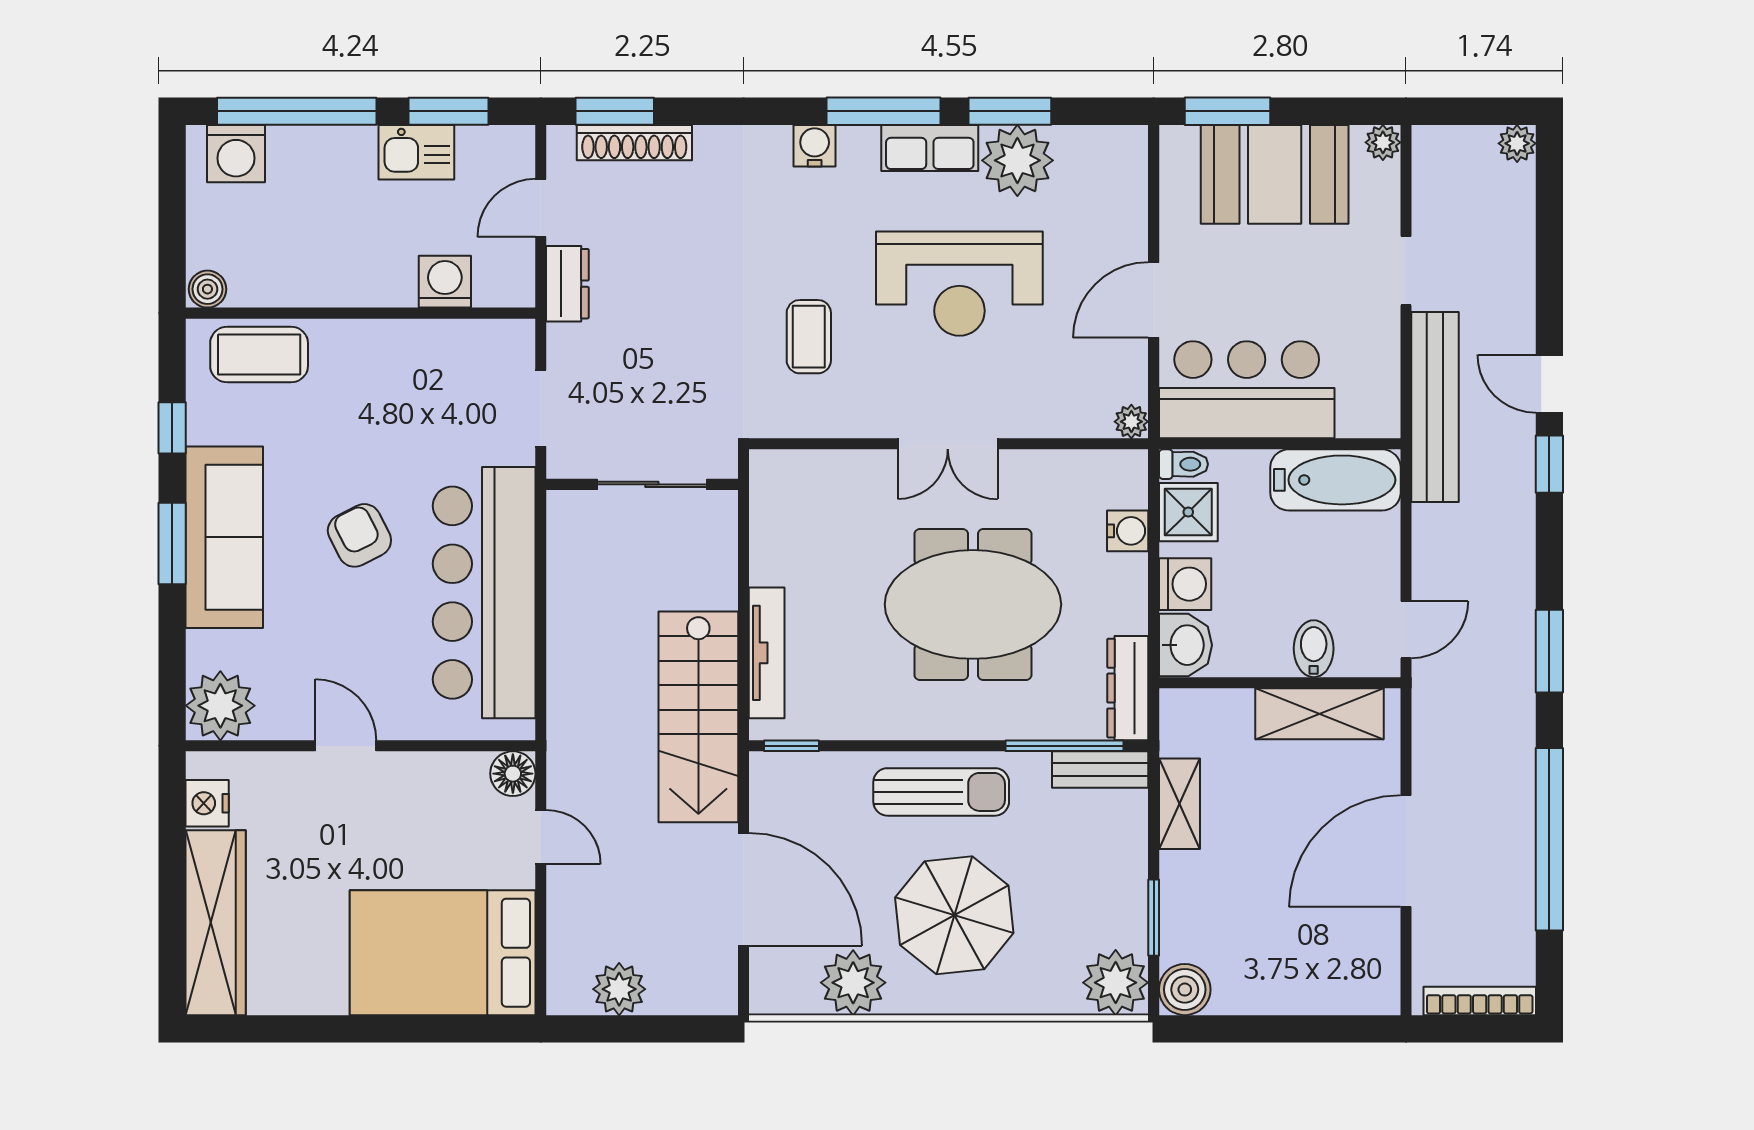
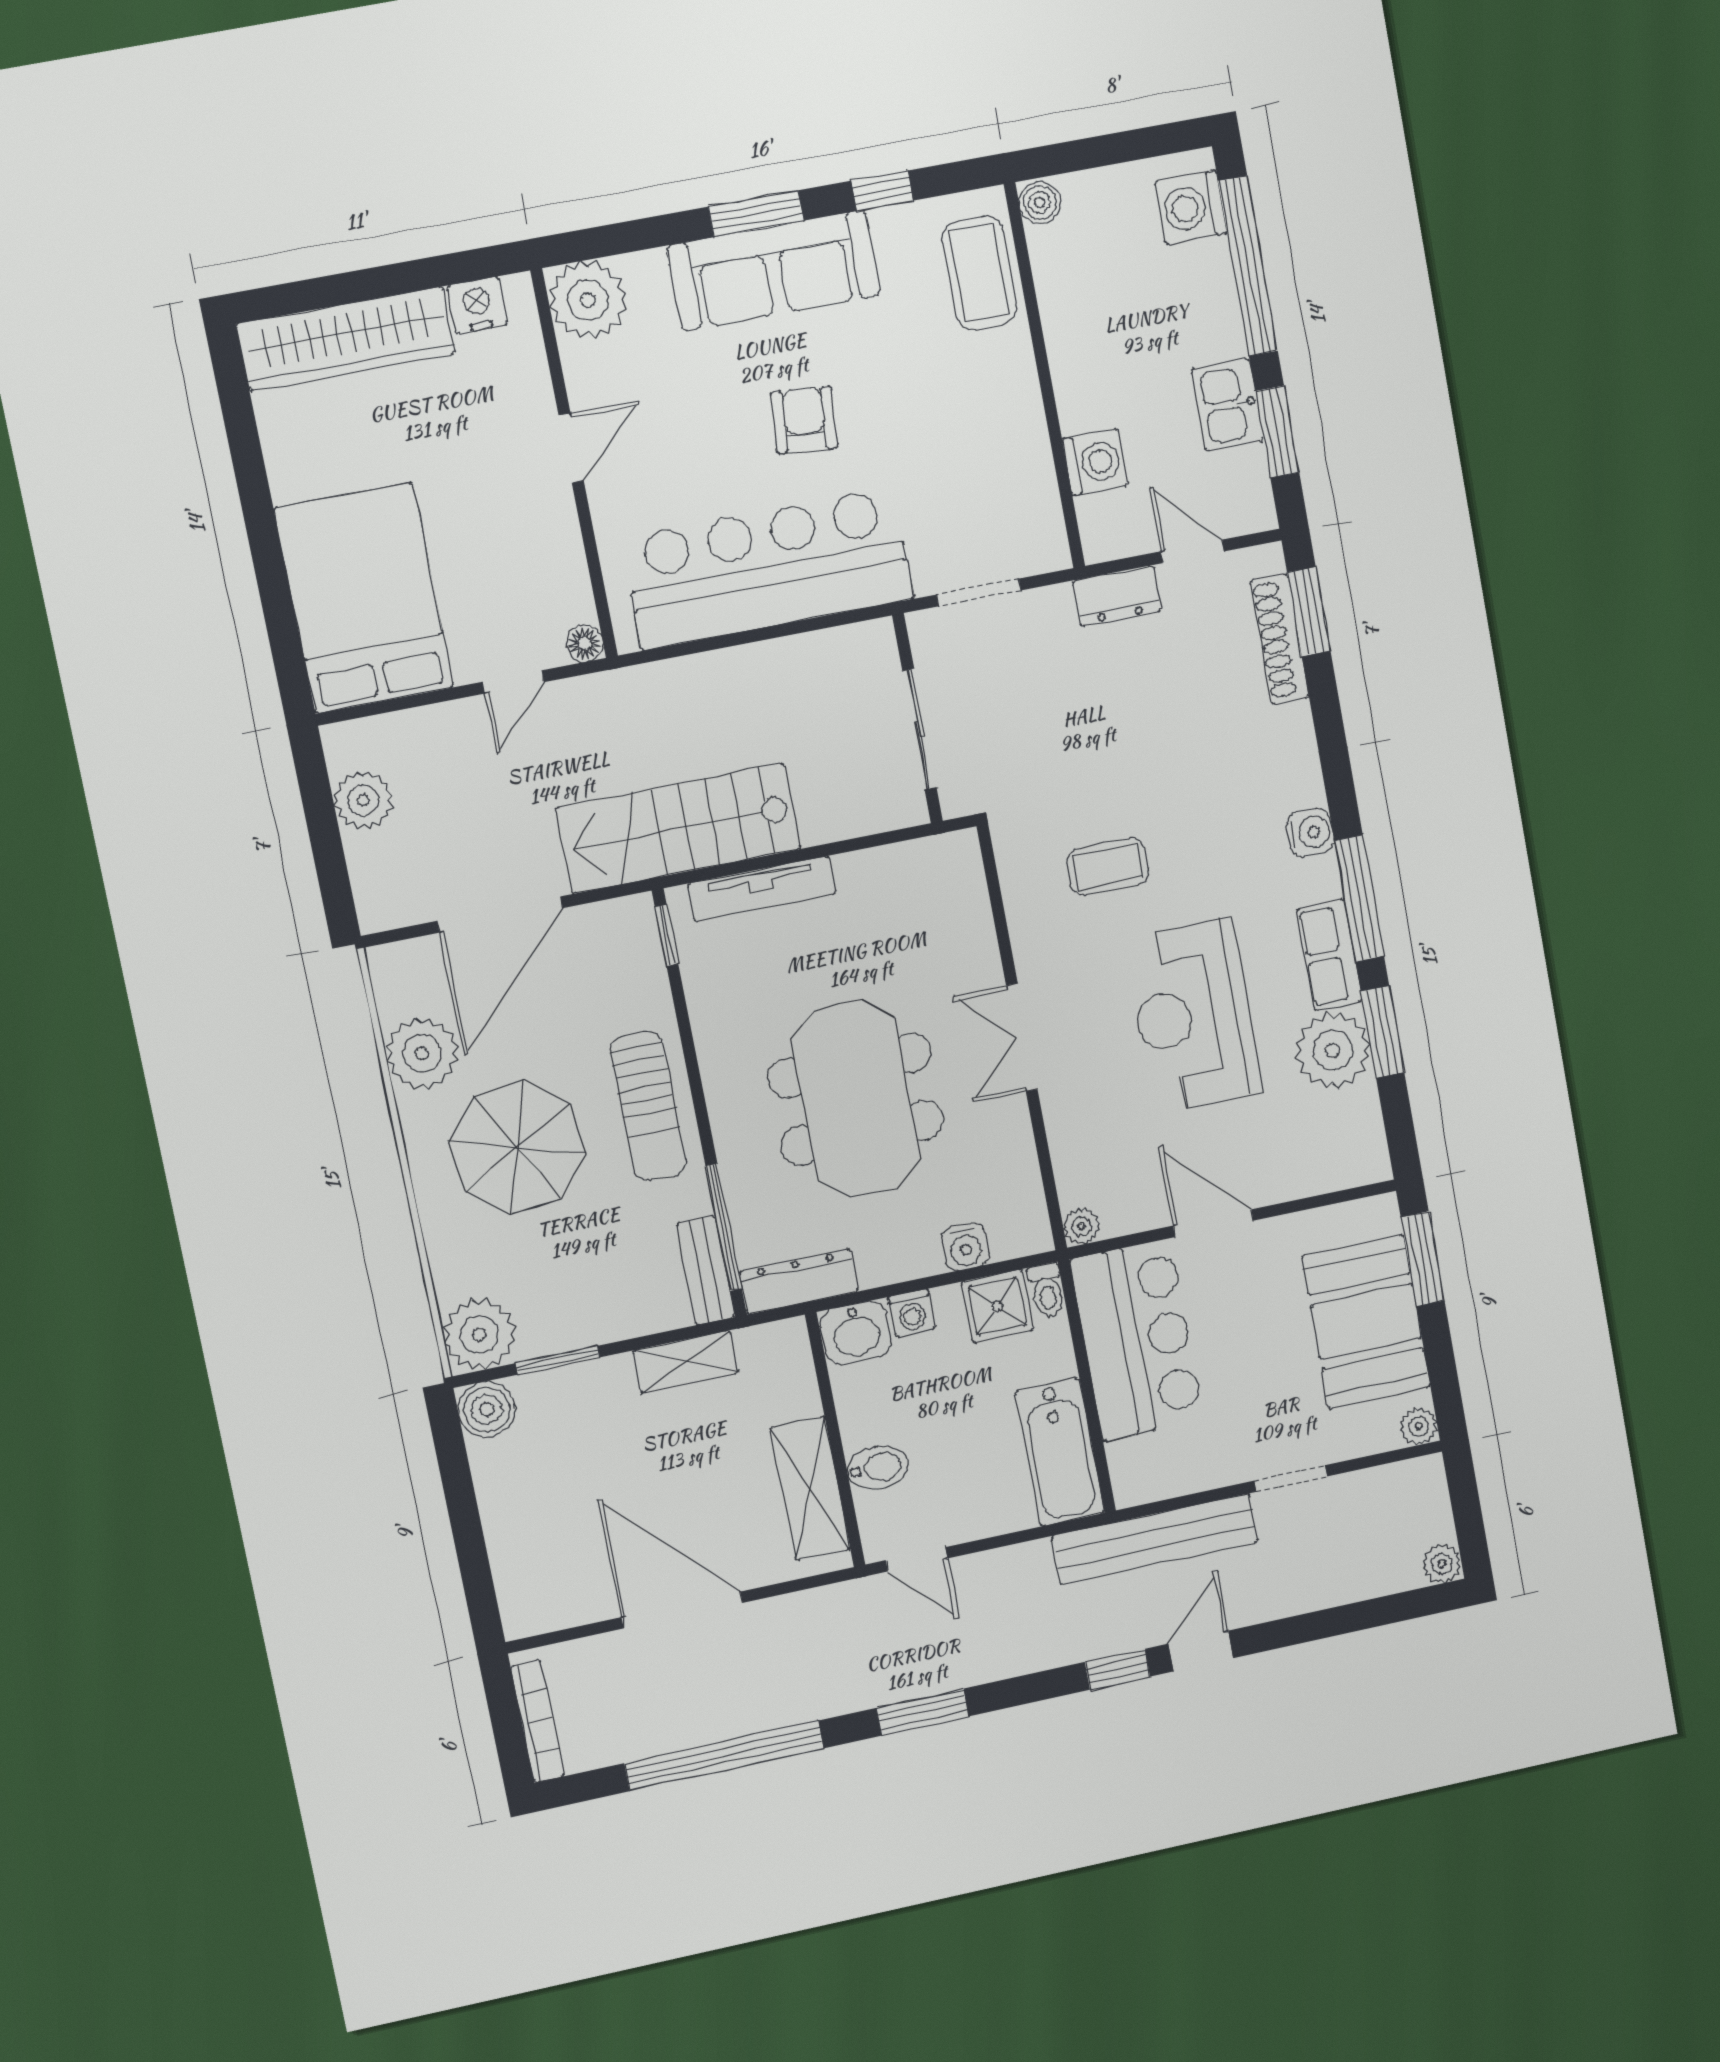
armchair: (359, 535) -> (804, 420), turned -58
washing machine: (1185, 584) -> (912, 1313), width x0.73, depth x0.73
floor lamp: (513, 774) -> (585, 643), width x0.73, depth x0.73

